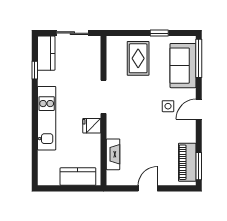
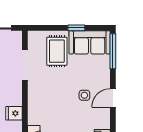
sofa: (183, 66) -> (90, 42), moved, turned -90
doorway: (104, 97) -> (25, 65), moved

